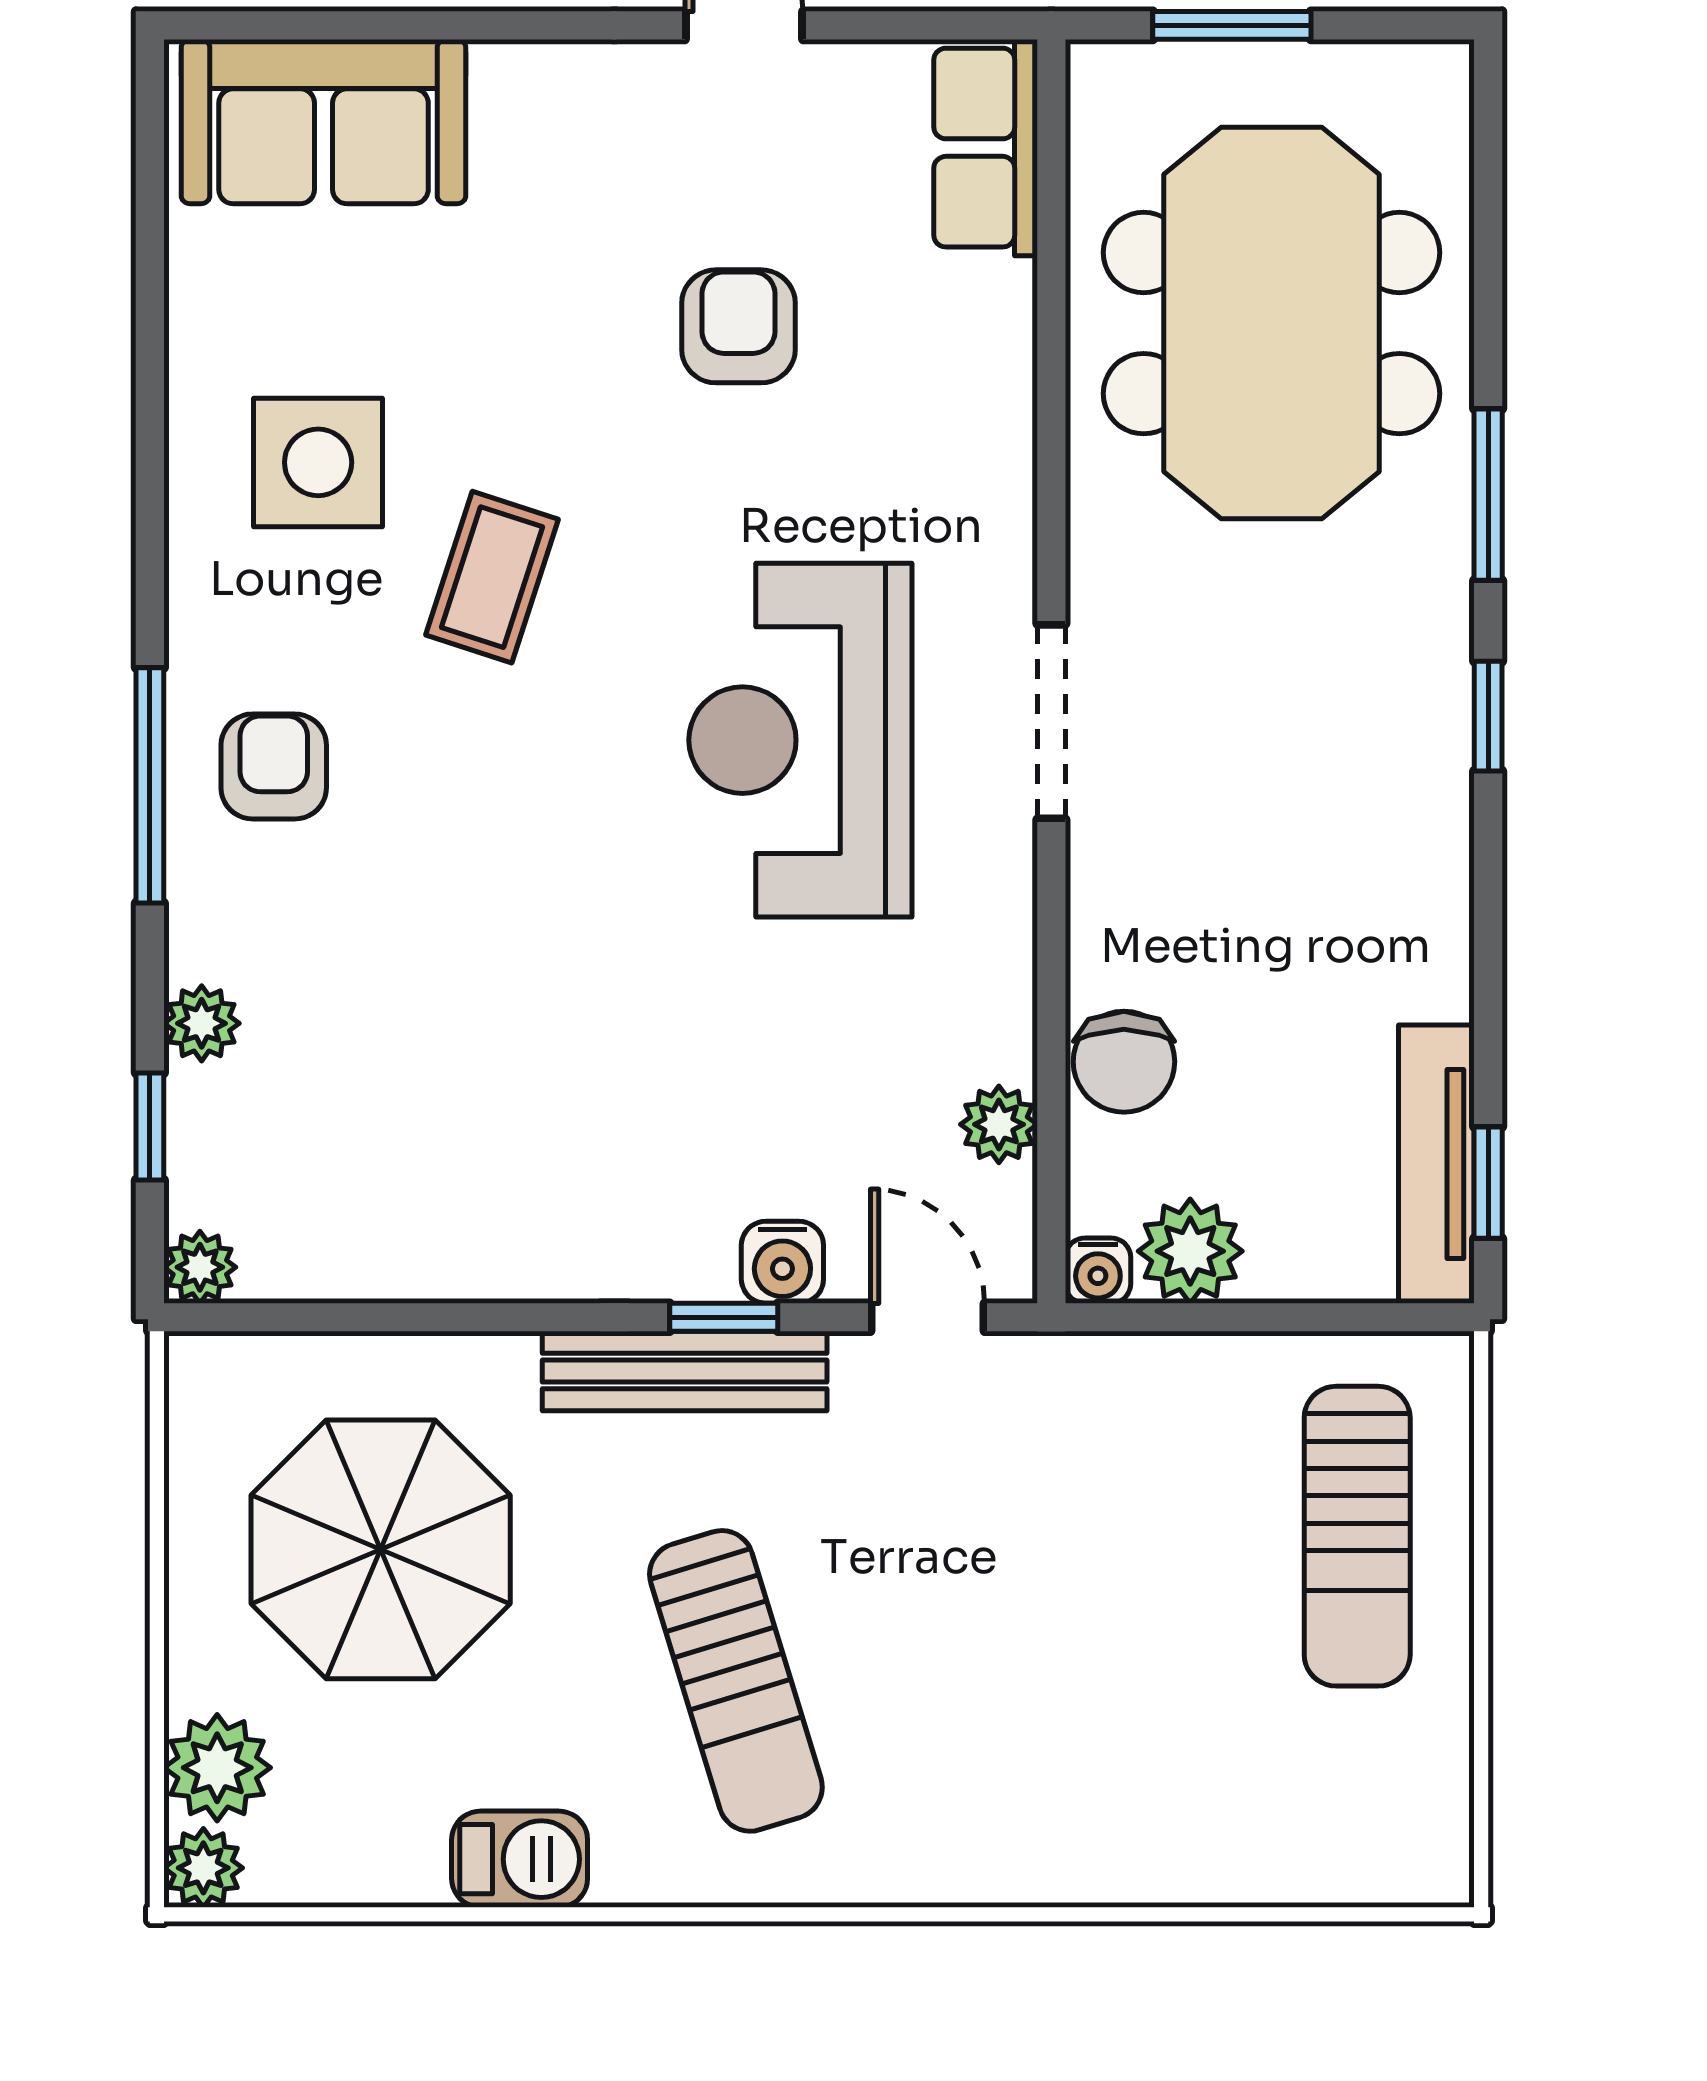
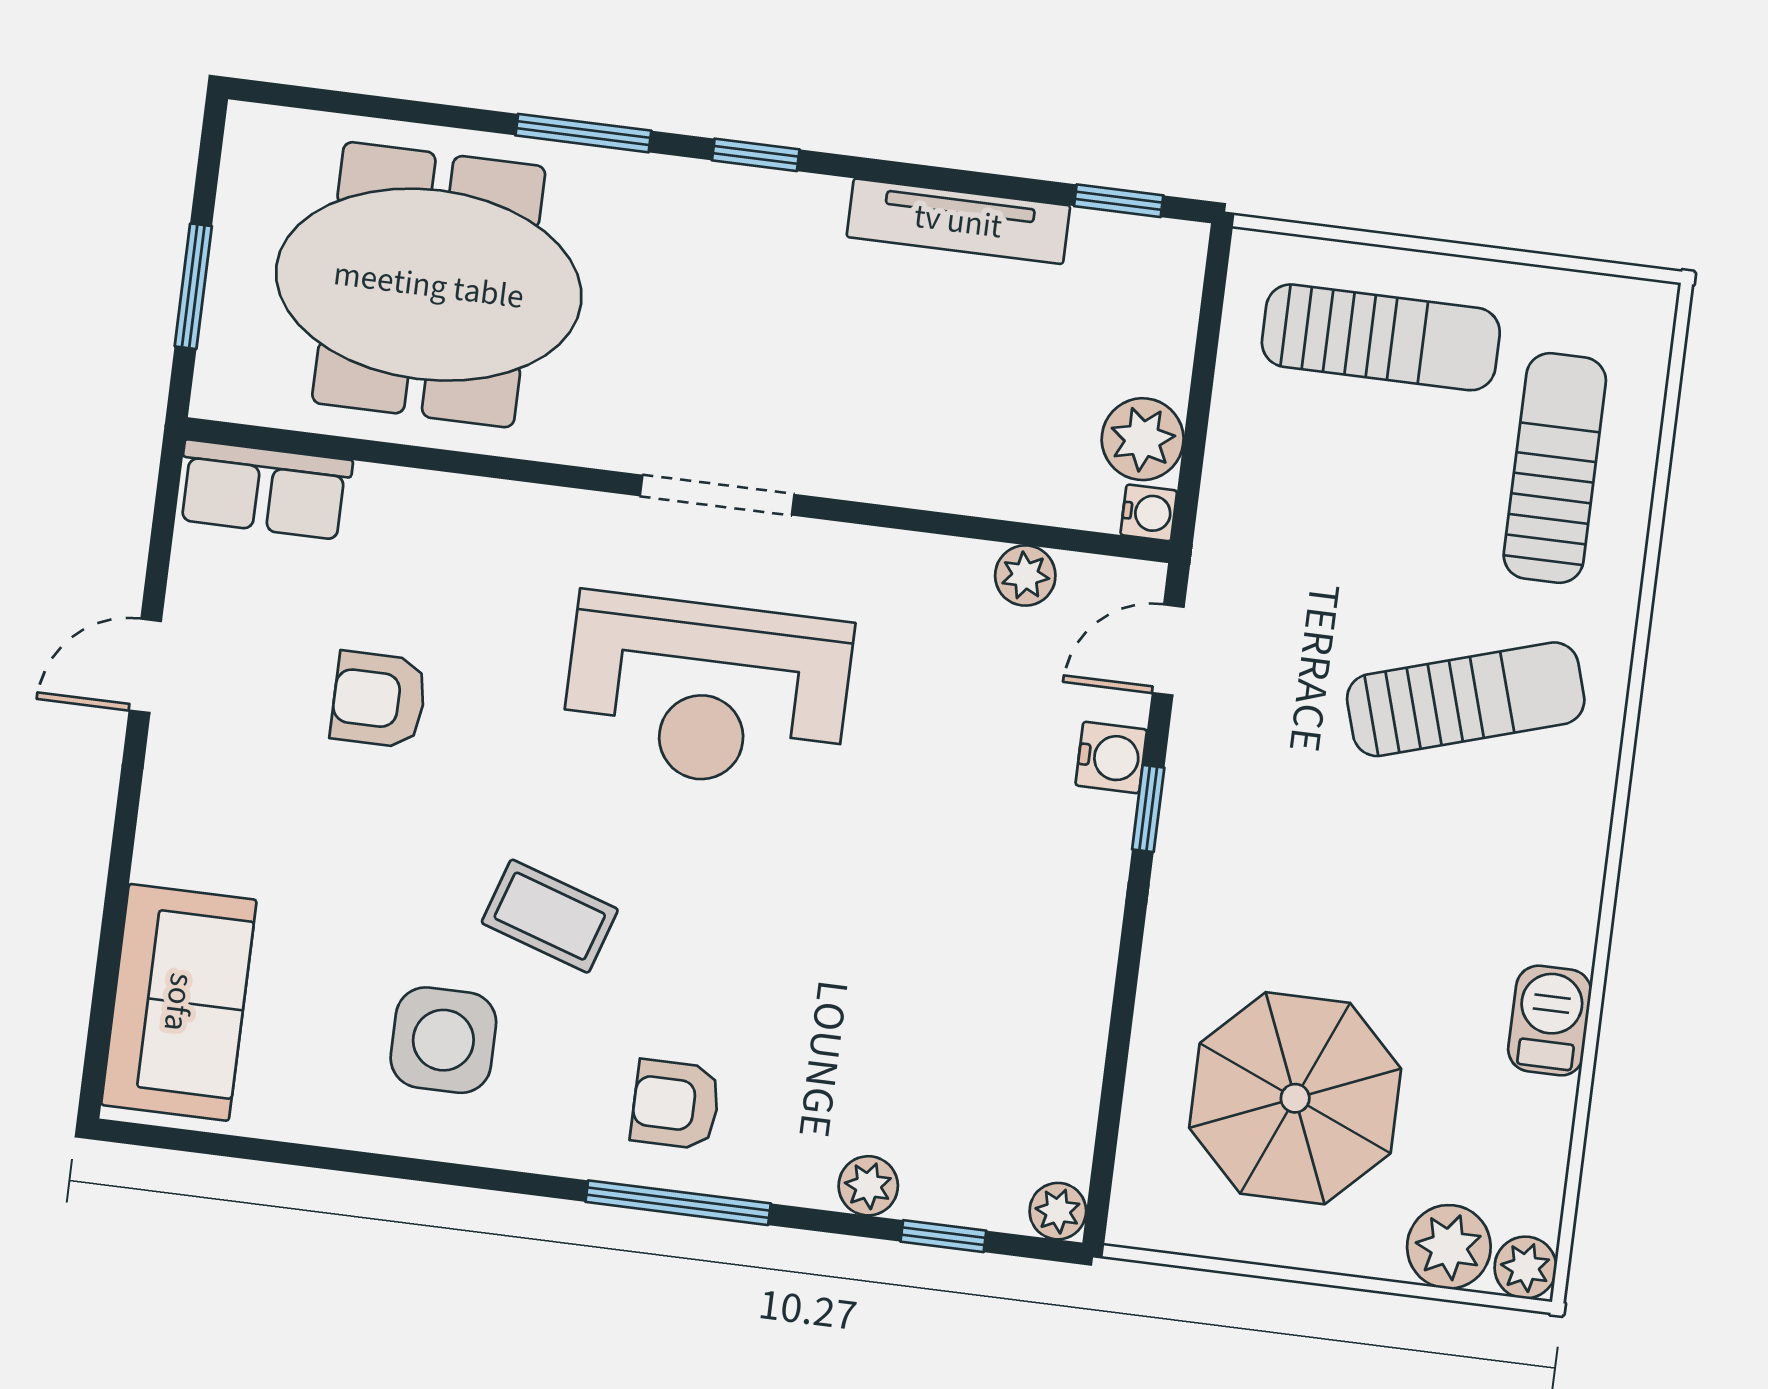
chair: (1124, 1062) -> (989, 472), removed
tv unit: (1436, 1164) -> (958, 221), moved
bench: (685, 1371) -> (1186, 844), removed
sun lounger: (736, 1681) -> (1466, 699), moved
sun lounger: (1220, 1777) -> (1555, 468), added

